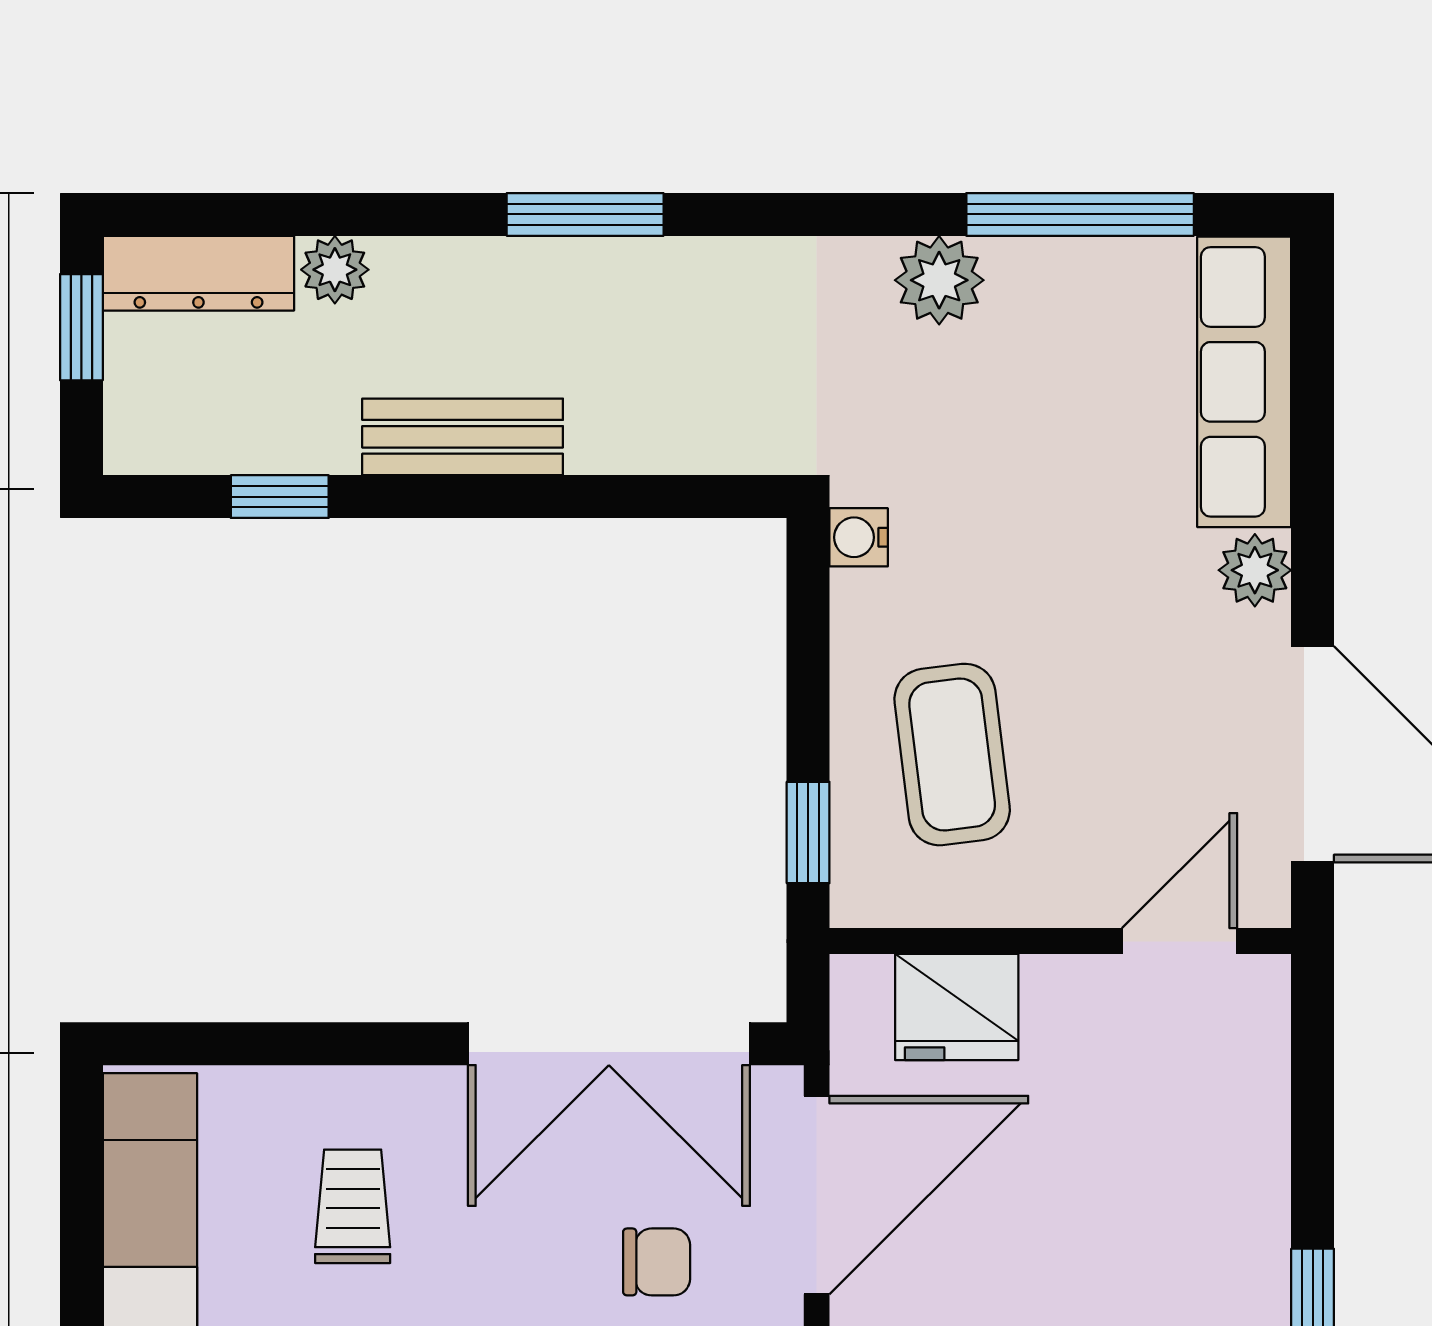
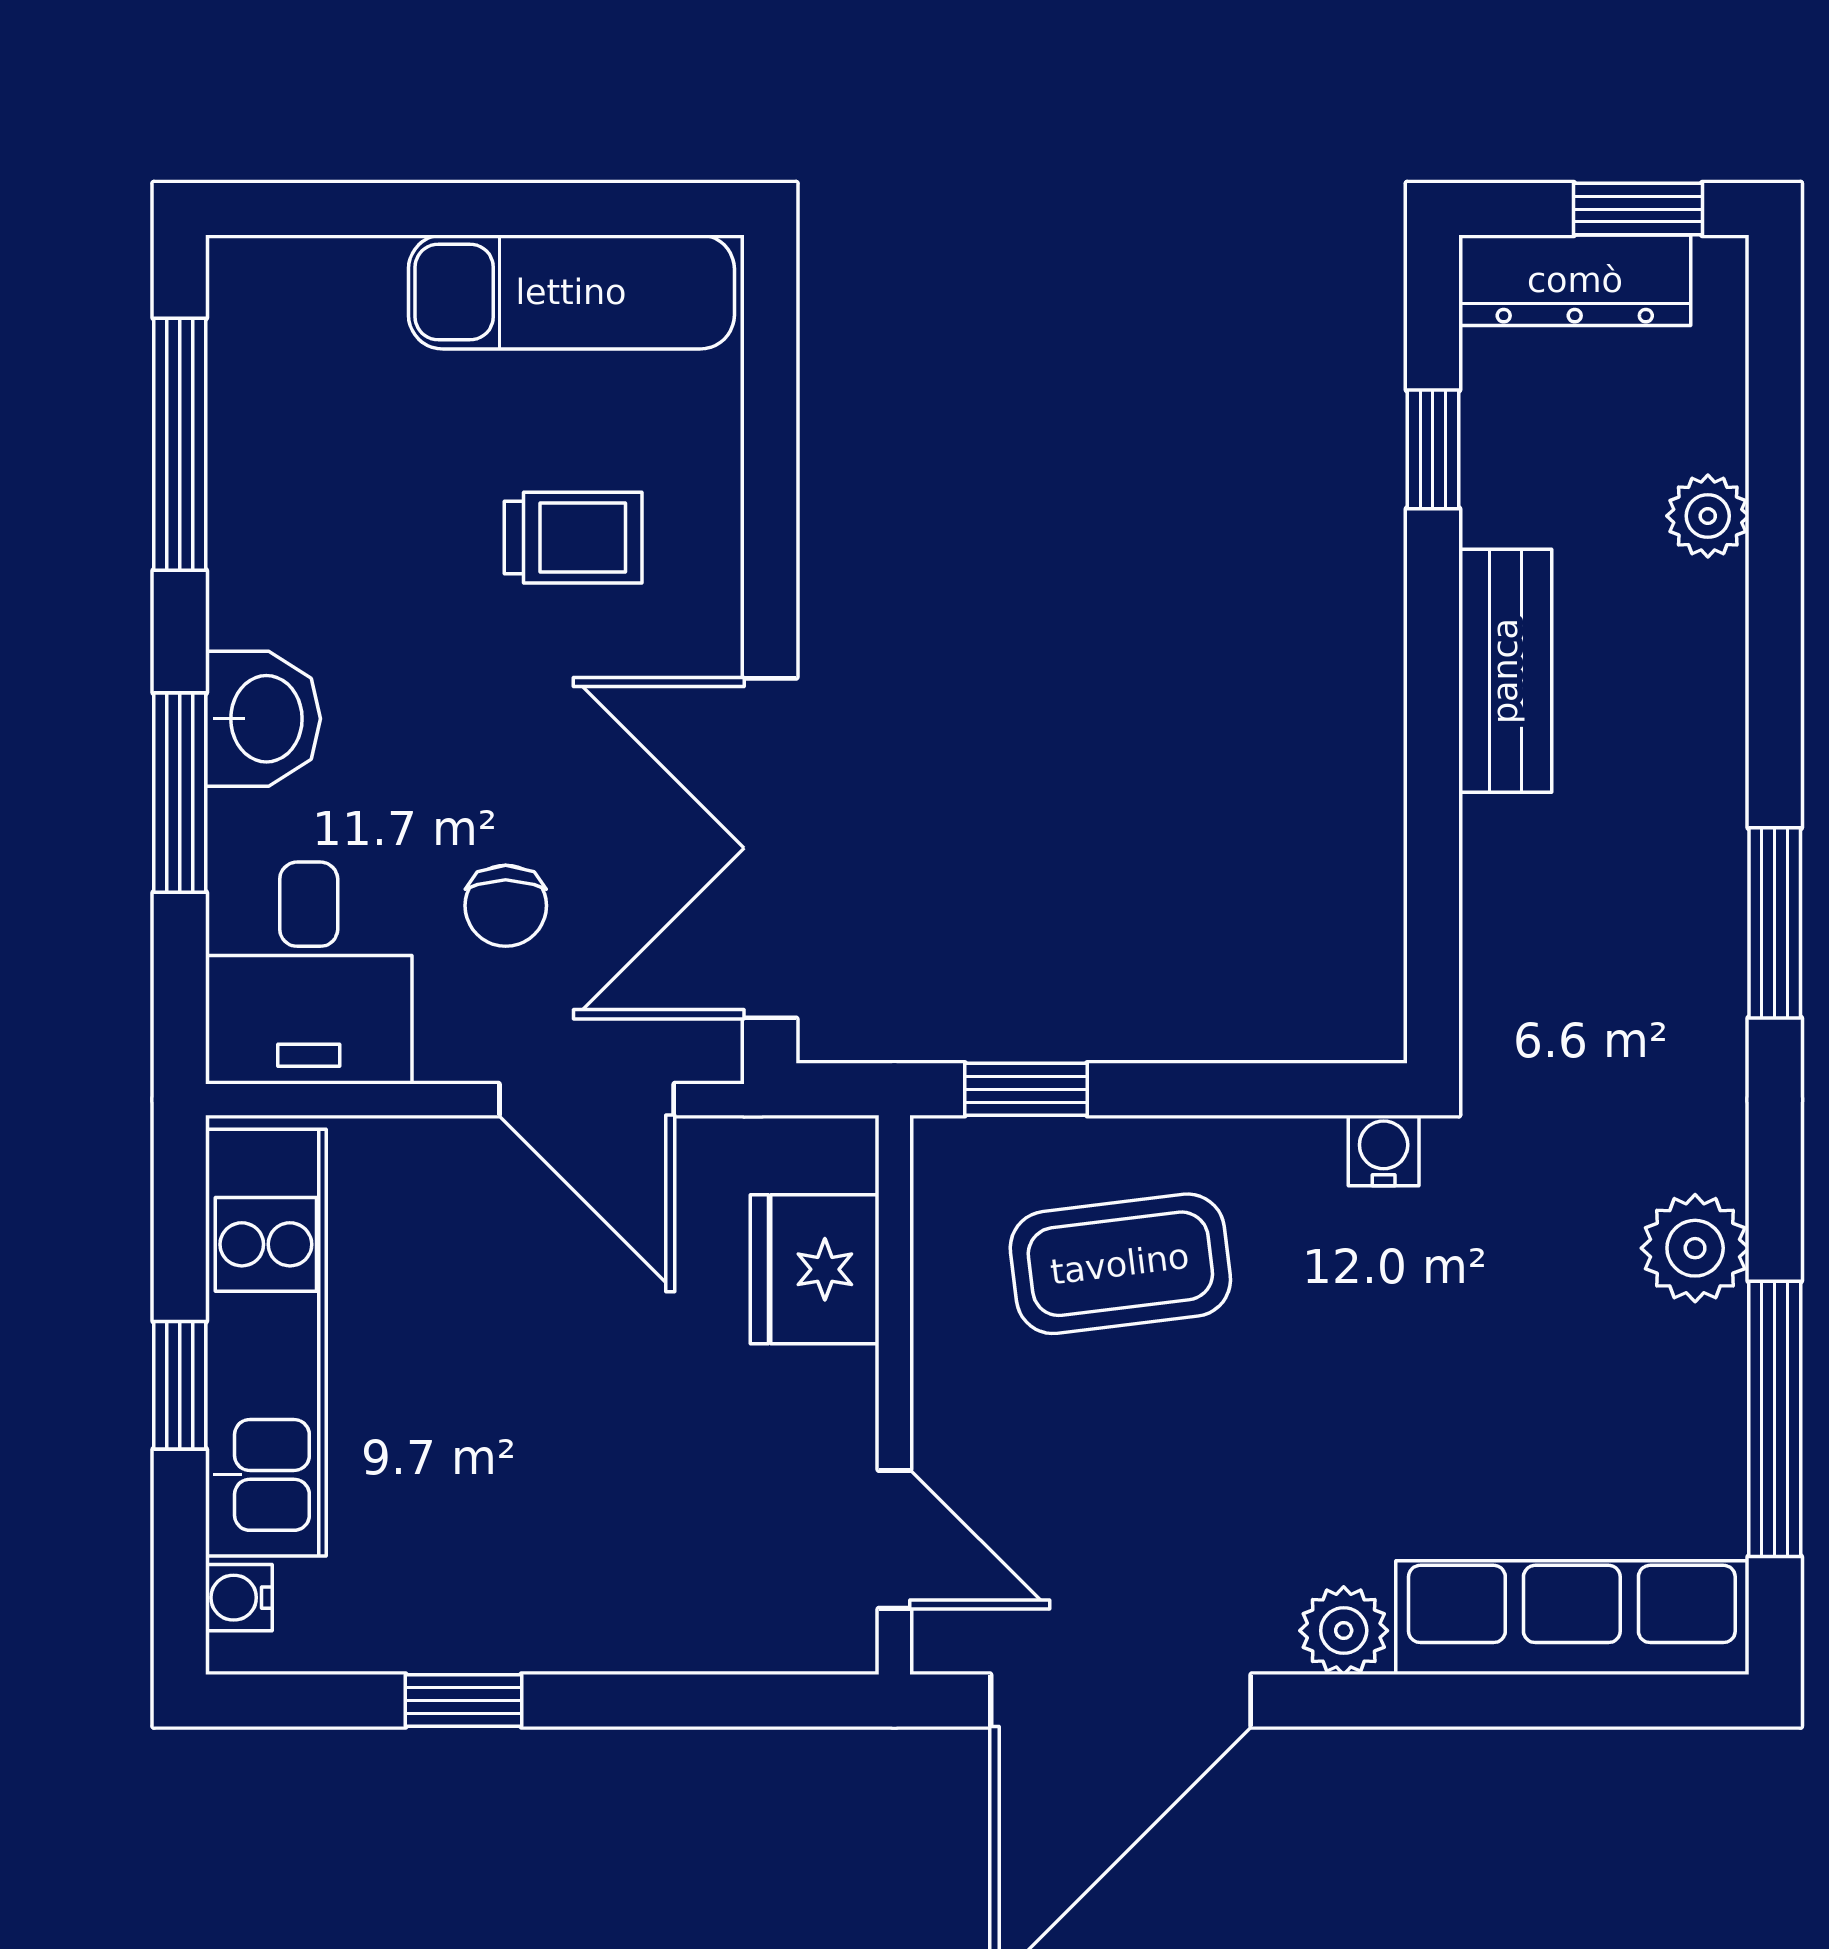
window: (585, 214) -> (1775, 923), moved
dresser: (198, 273) -> (1575, 280), moved, turned -90
door: (817, 1195) -> (587, 1100), width x0.73

